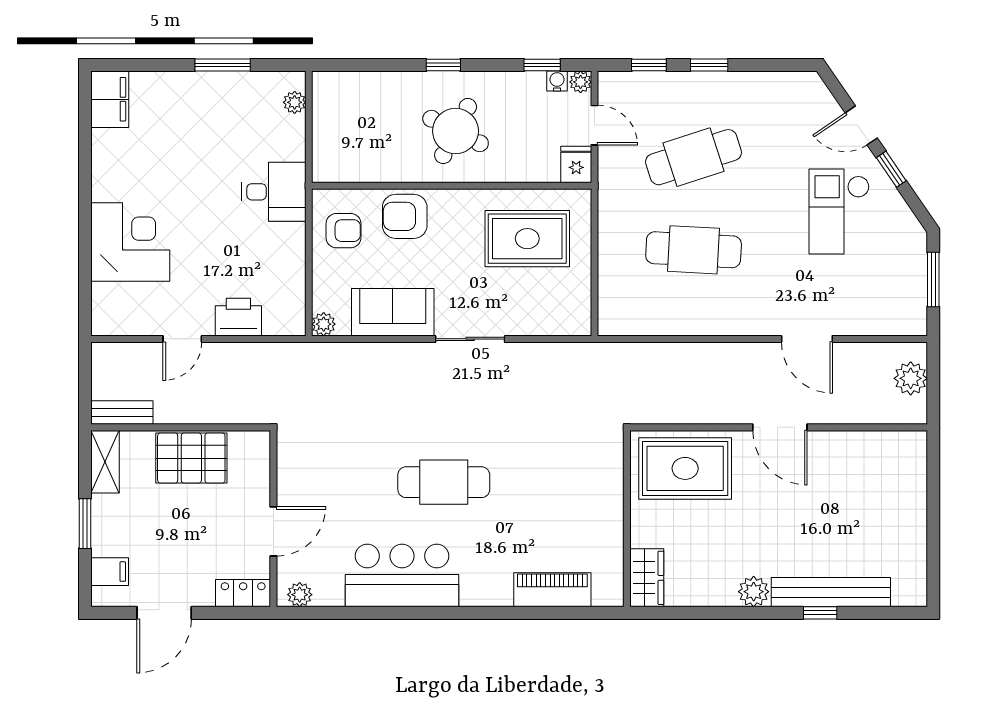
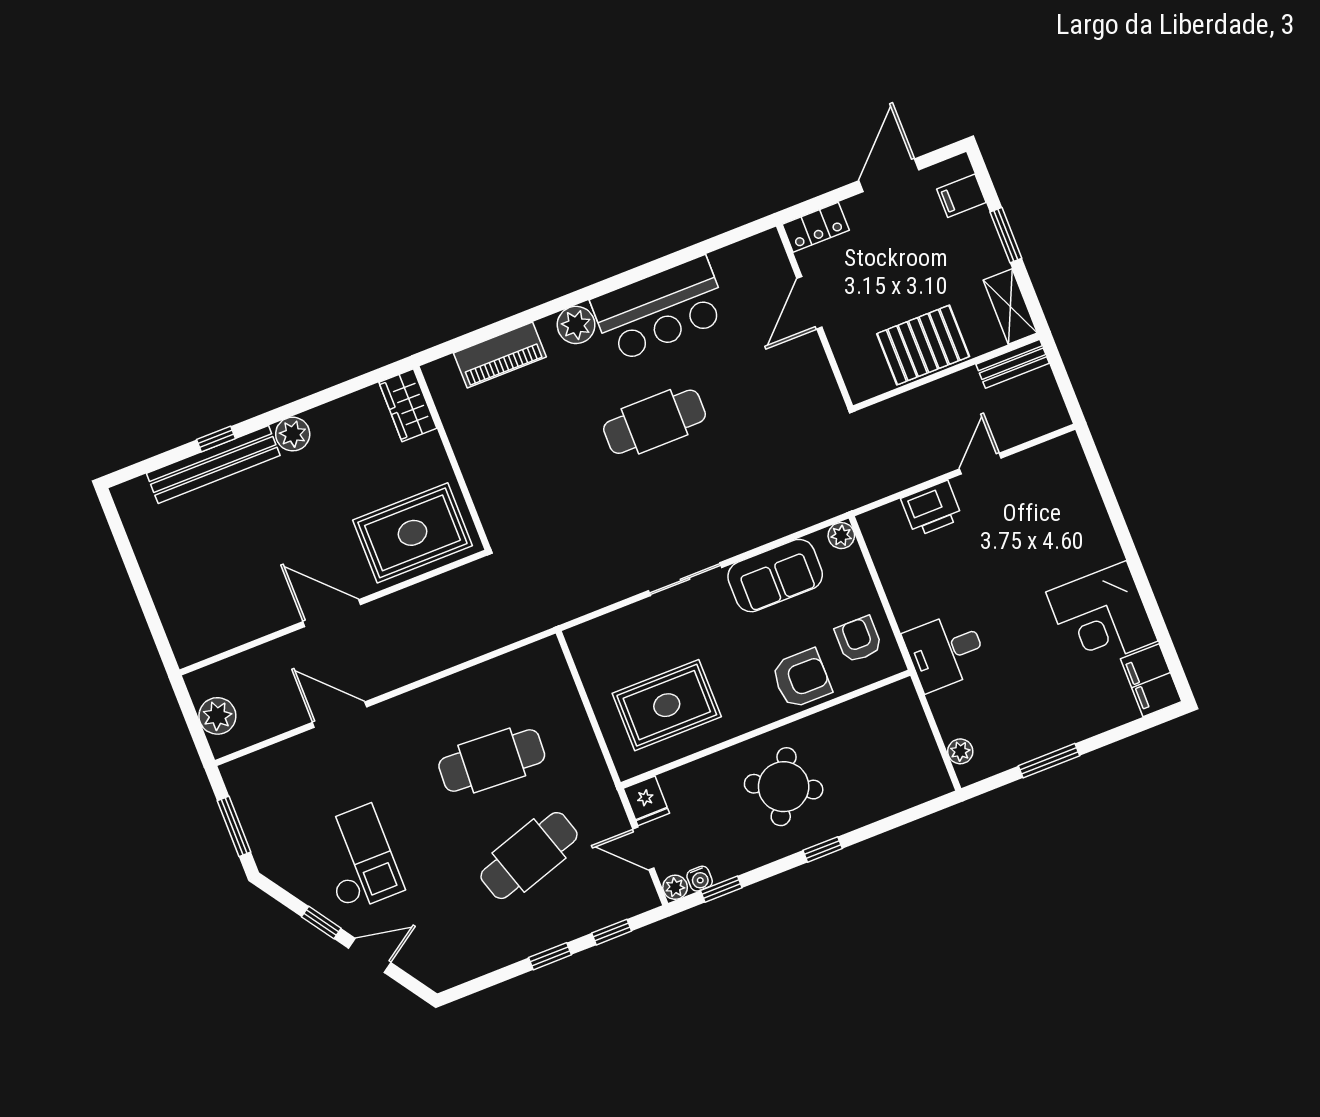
armchair: (343, 231) -> (858, 639), turned 90
corner desk: (130, 242) -> (1102, 617), moved
plant: (300, 595) -> (576, 325), moved, width x1.38, depth x1.38

